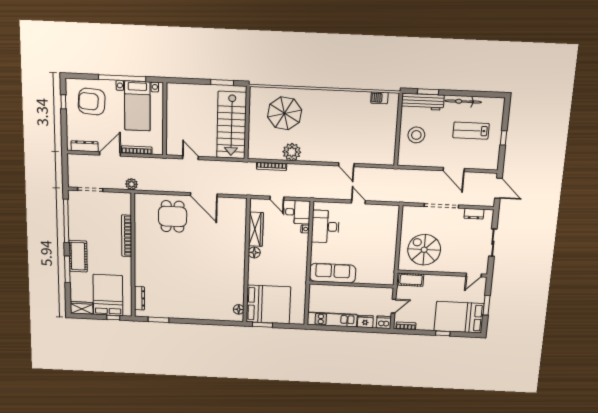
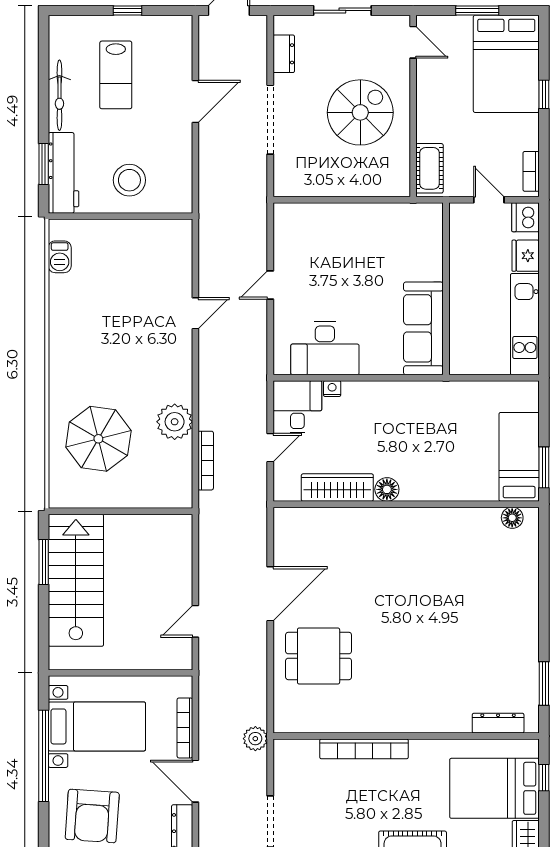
stairs: (232, 125) -> (76, 580), moved, turned -90
spiral stairs: (424, 250) -> (360, 112), moved, turned 180
bed: (268, 304) -> (519, 457), width x0.49

